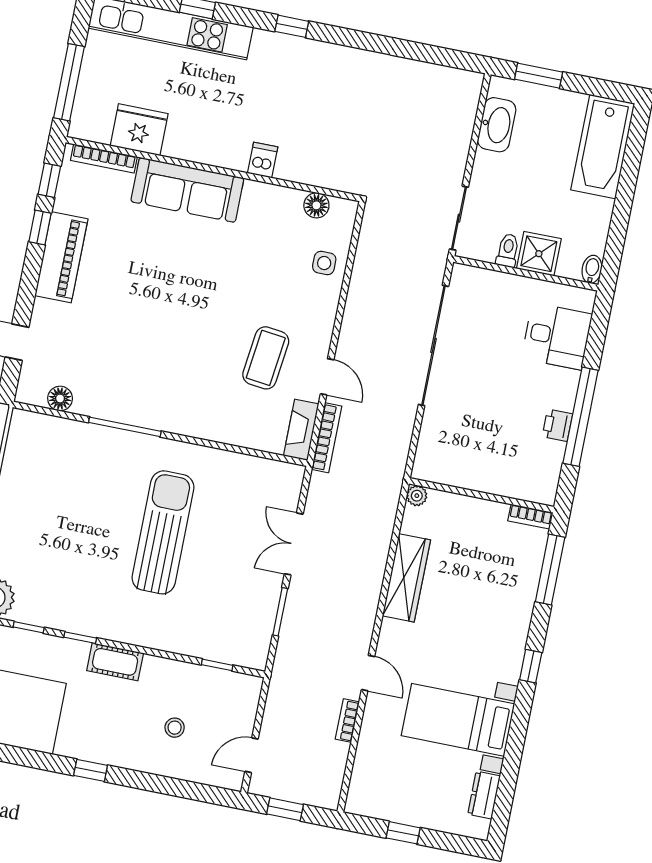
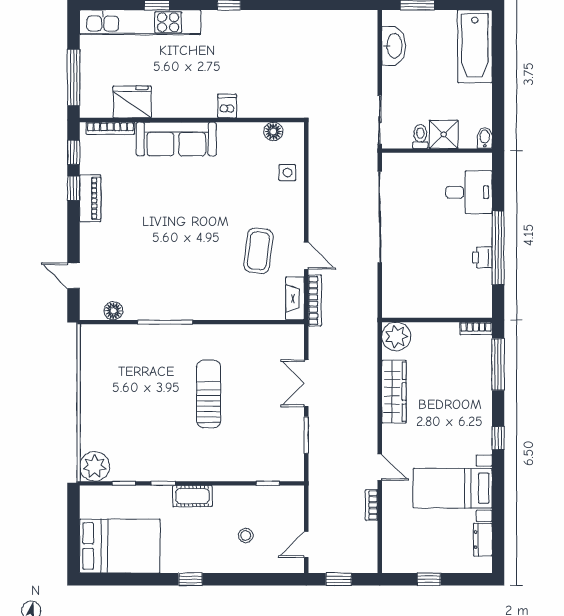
piano: (61, 257) -> (90, 198), width x0.73, depth x0.75
plant: (417, 496) -> (396, 337), width x1.88, depth x1.88
sun lounger: (163, 532) -> (209, 394), width x0.73, depth x0.75

